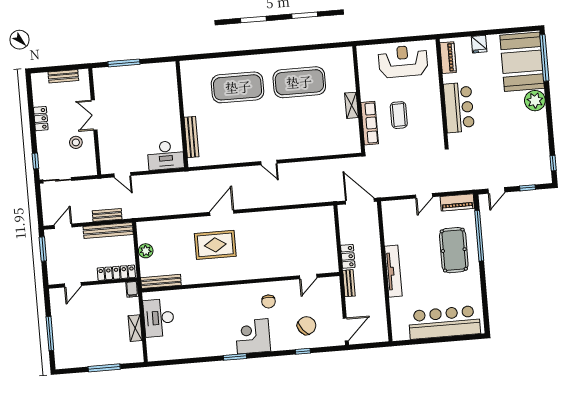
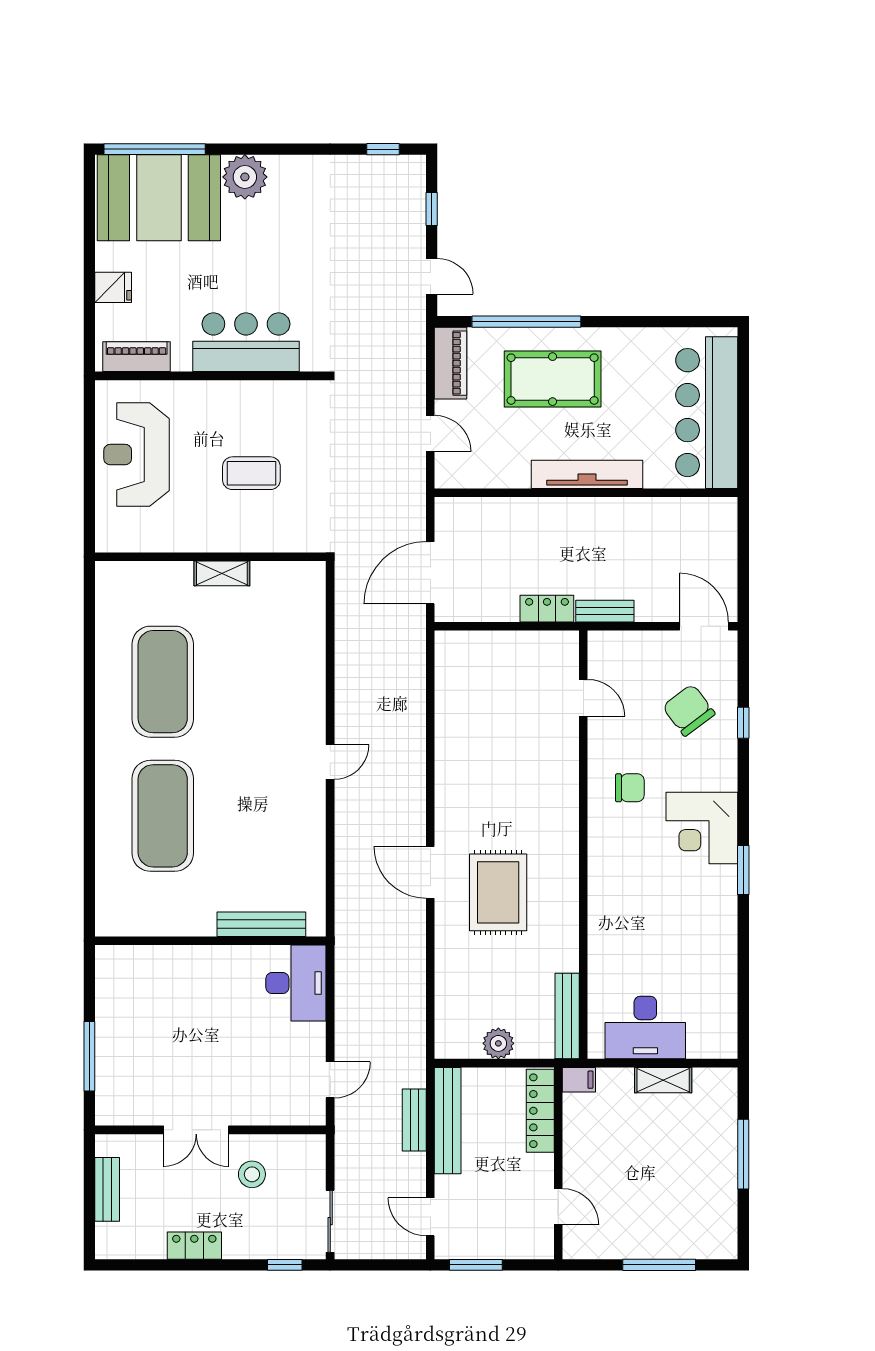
row of seats: (370, 123) -> (264, 538), removed
wall: (385, 271) -> (586, 493), moved
tv unit: (393, 271) -> (587, 474), moved

